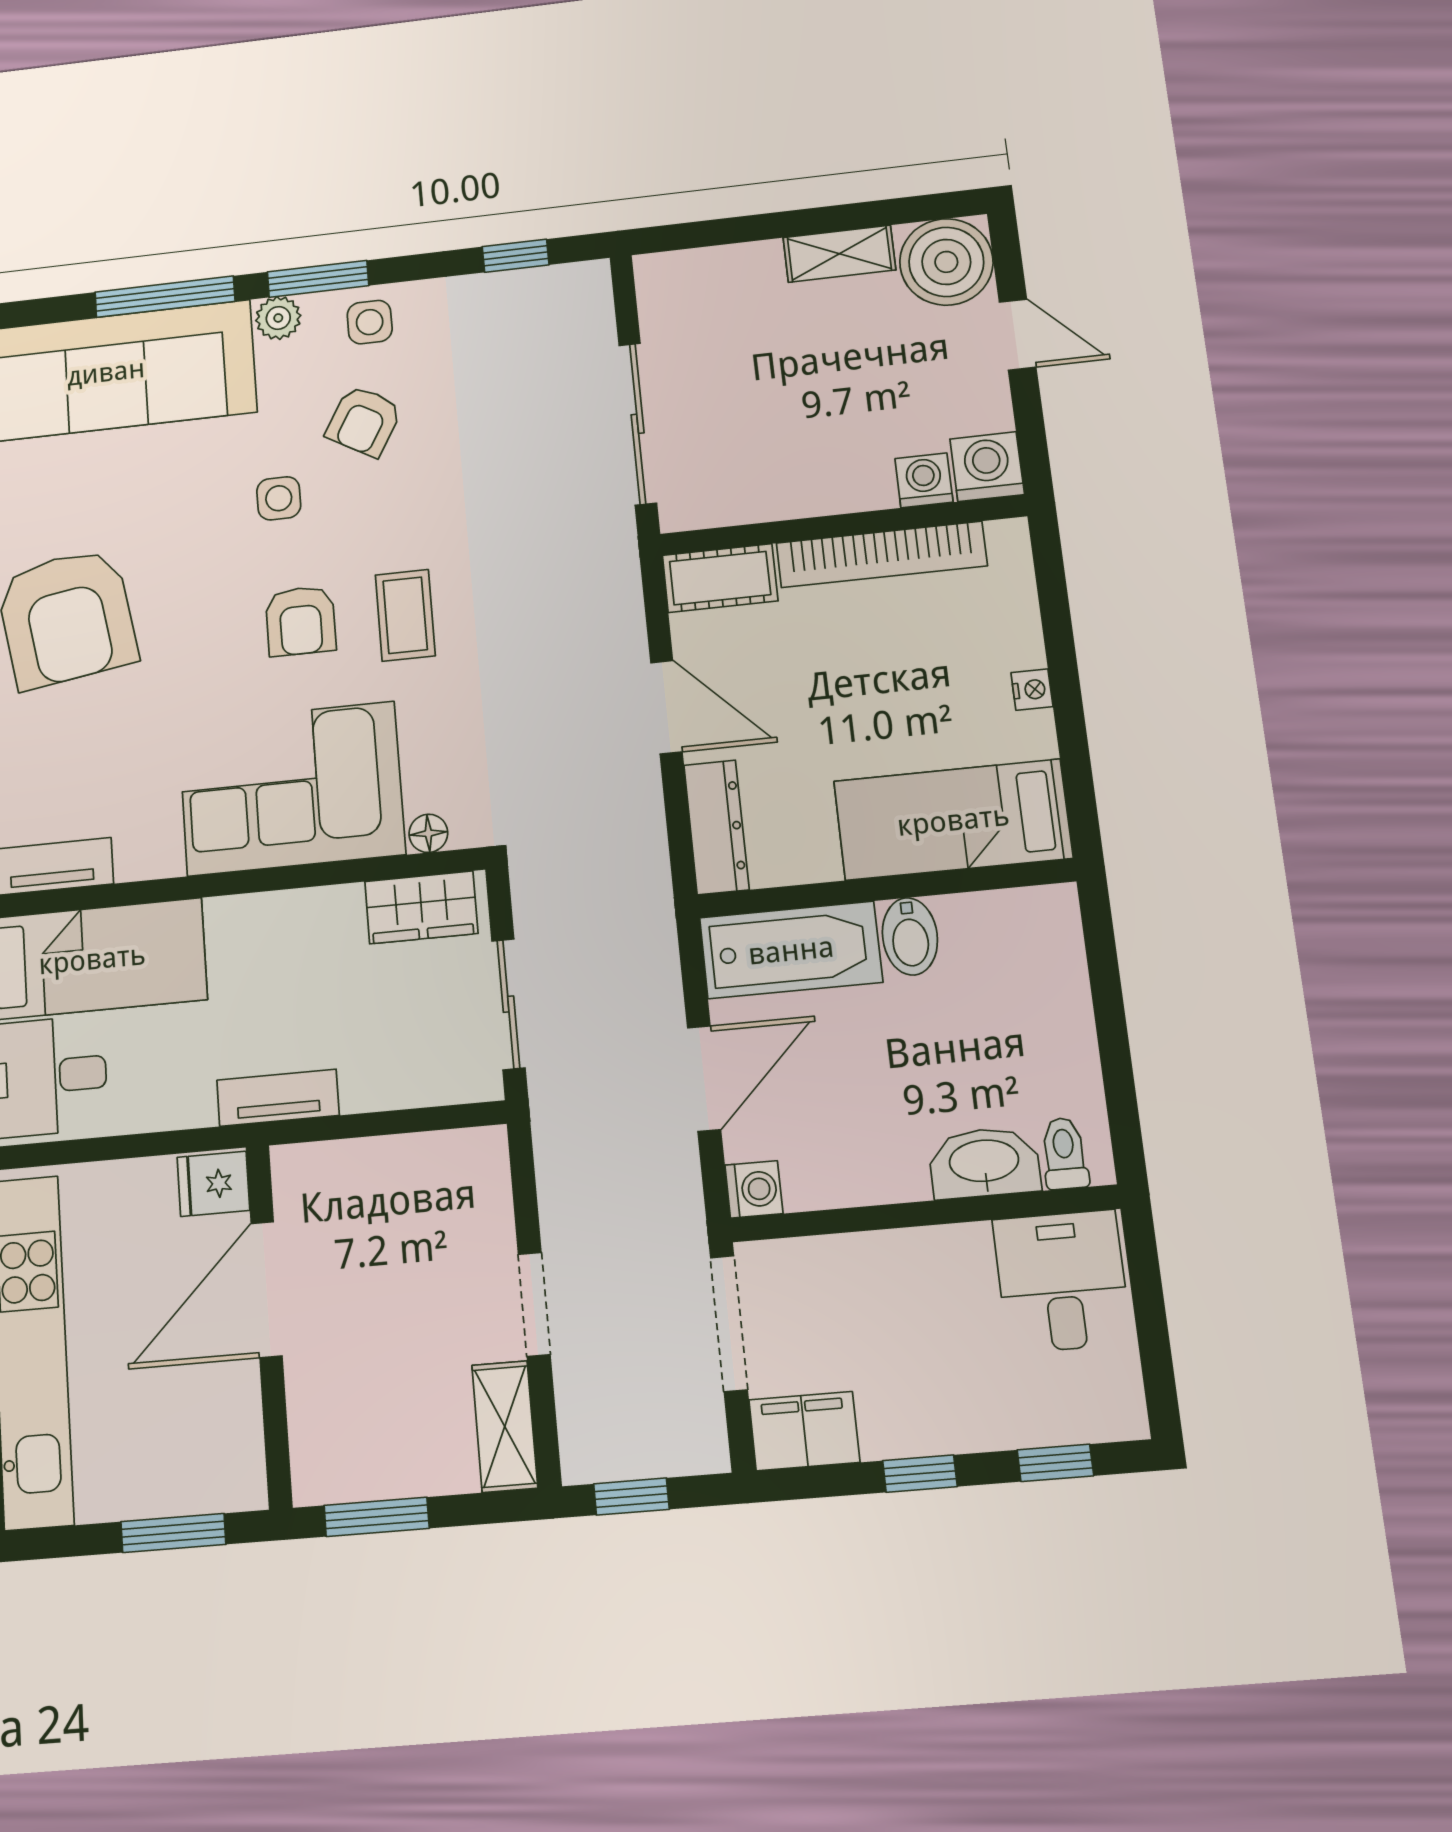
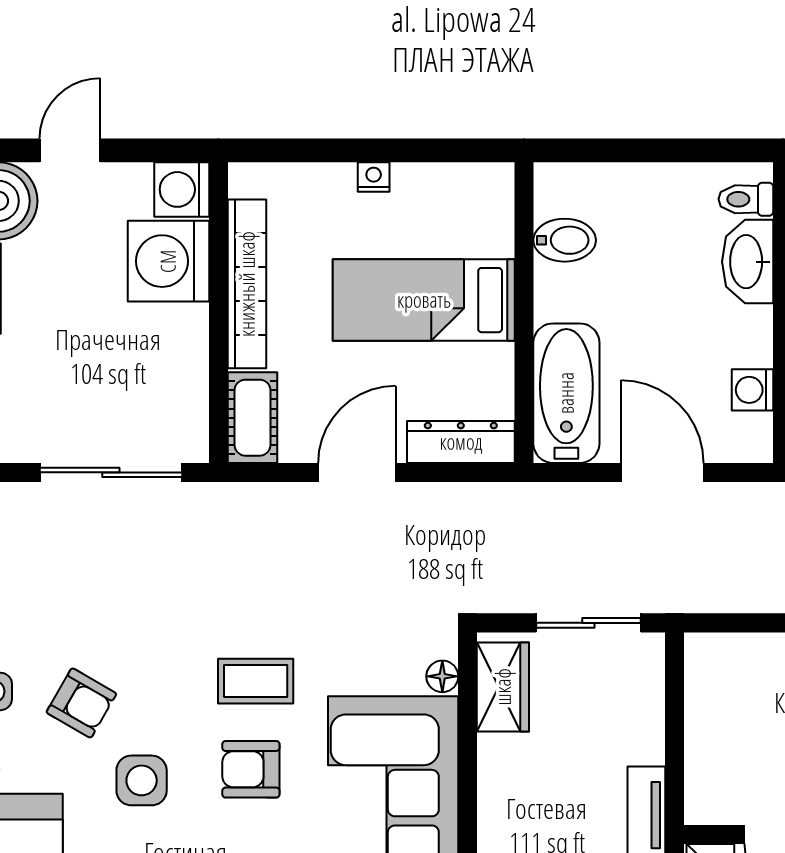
washing machine: (924, 480) -> (168, 261), width x1.89, depth x1.89
side table: (279, 498) -> (142, 780), width x1.37, depth x1.37
armchair: (301, 621) -> (251, 769), turned 180
bed: (953, 820) -> (424, 300), moved, turned 90
bidet: (910, 936) -> (565, 240), moved
washing machine: (754, 1189) -> (752, 390), moved, turned -90

